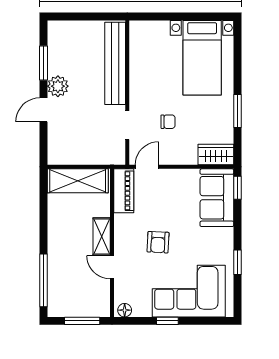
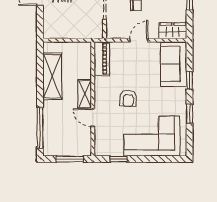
door: (147, 167) -> (139, 40), moved
shelving: (78, 181) -> (52, 76), moved, turned 90
window: (238, 188) -> (190, 80), moved
floor lamp: (125, 310) -> (102, 151), removed
window: (167, 321) -> (119, 159), moved

